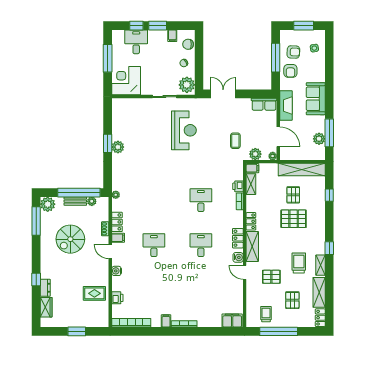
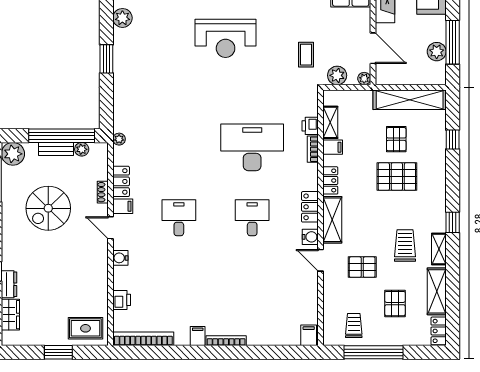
reception desk: (184, 130) -> (226, 38), turned 90
plant: (118, 147) -> (122, 18), moved
filing cabinet: (252, 168) -> (333, 147), moved
desk: (201, 200) -> (252, 147), width x1.87, depth x1.30
rug: (94, 293) -> (85, 328), moved
filing cabinet: (232, 320) -> (309, 335), width x0.50

